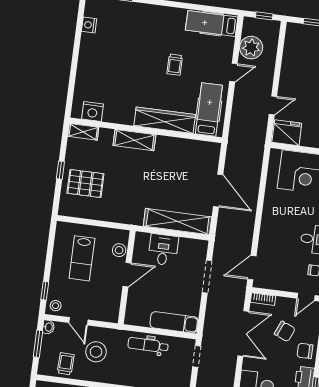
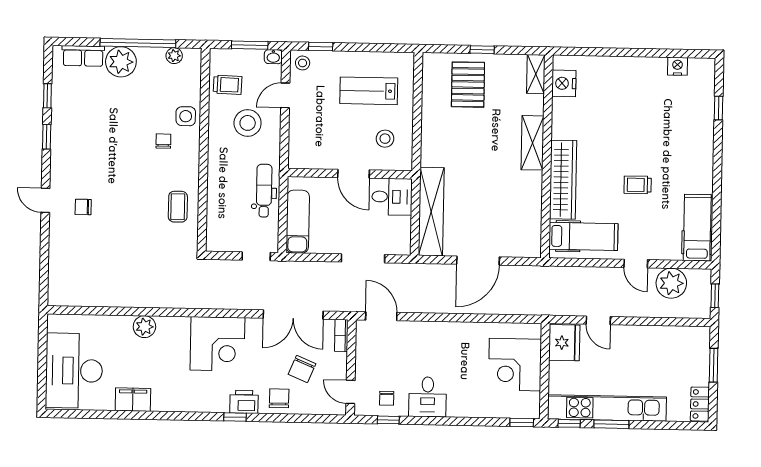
door: (127, 275) -> (353, 174), moved
wall: (127, 277) -> (350, 174), moved

